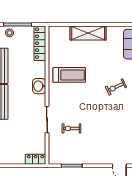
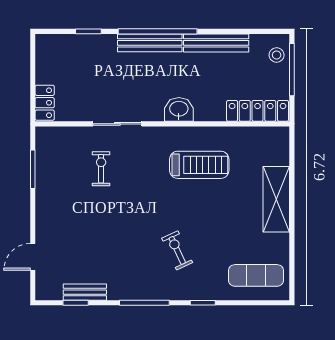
treadmill: (69, 75) -> (199, 165), turned -90

